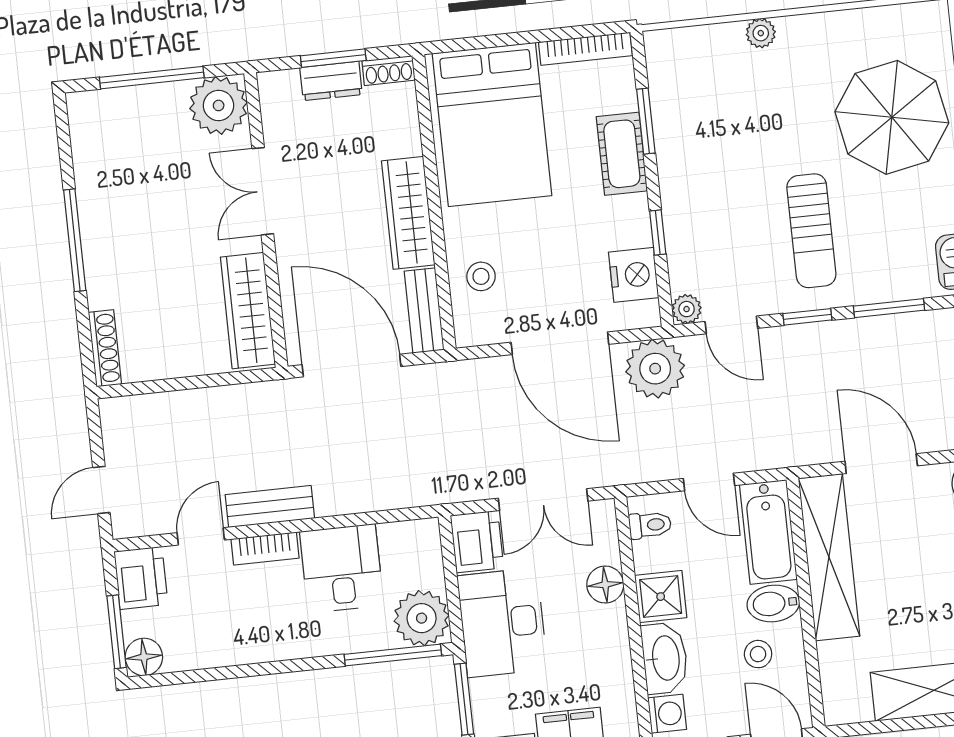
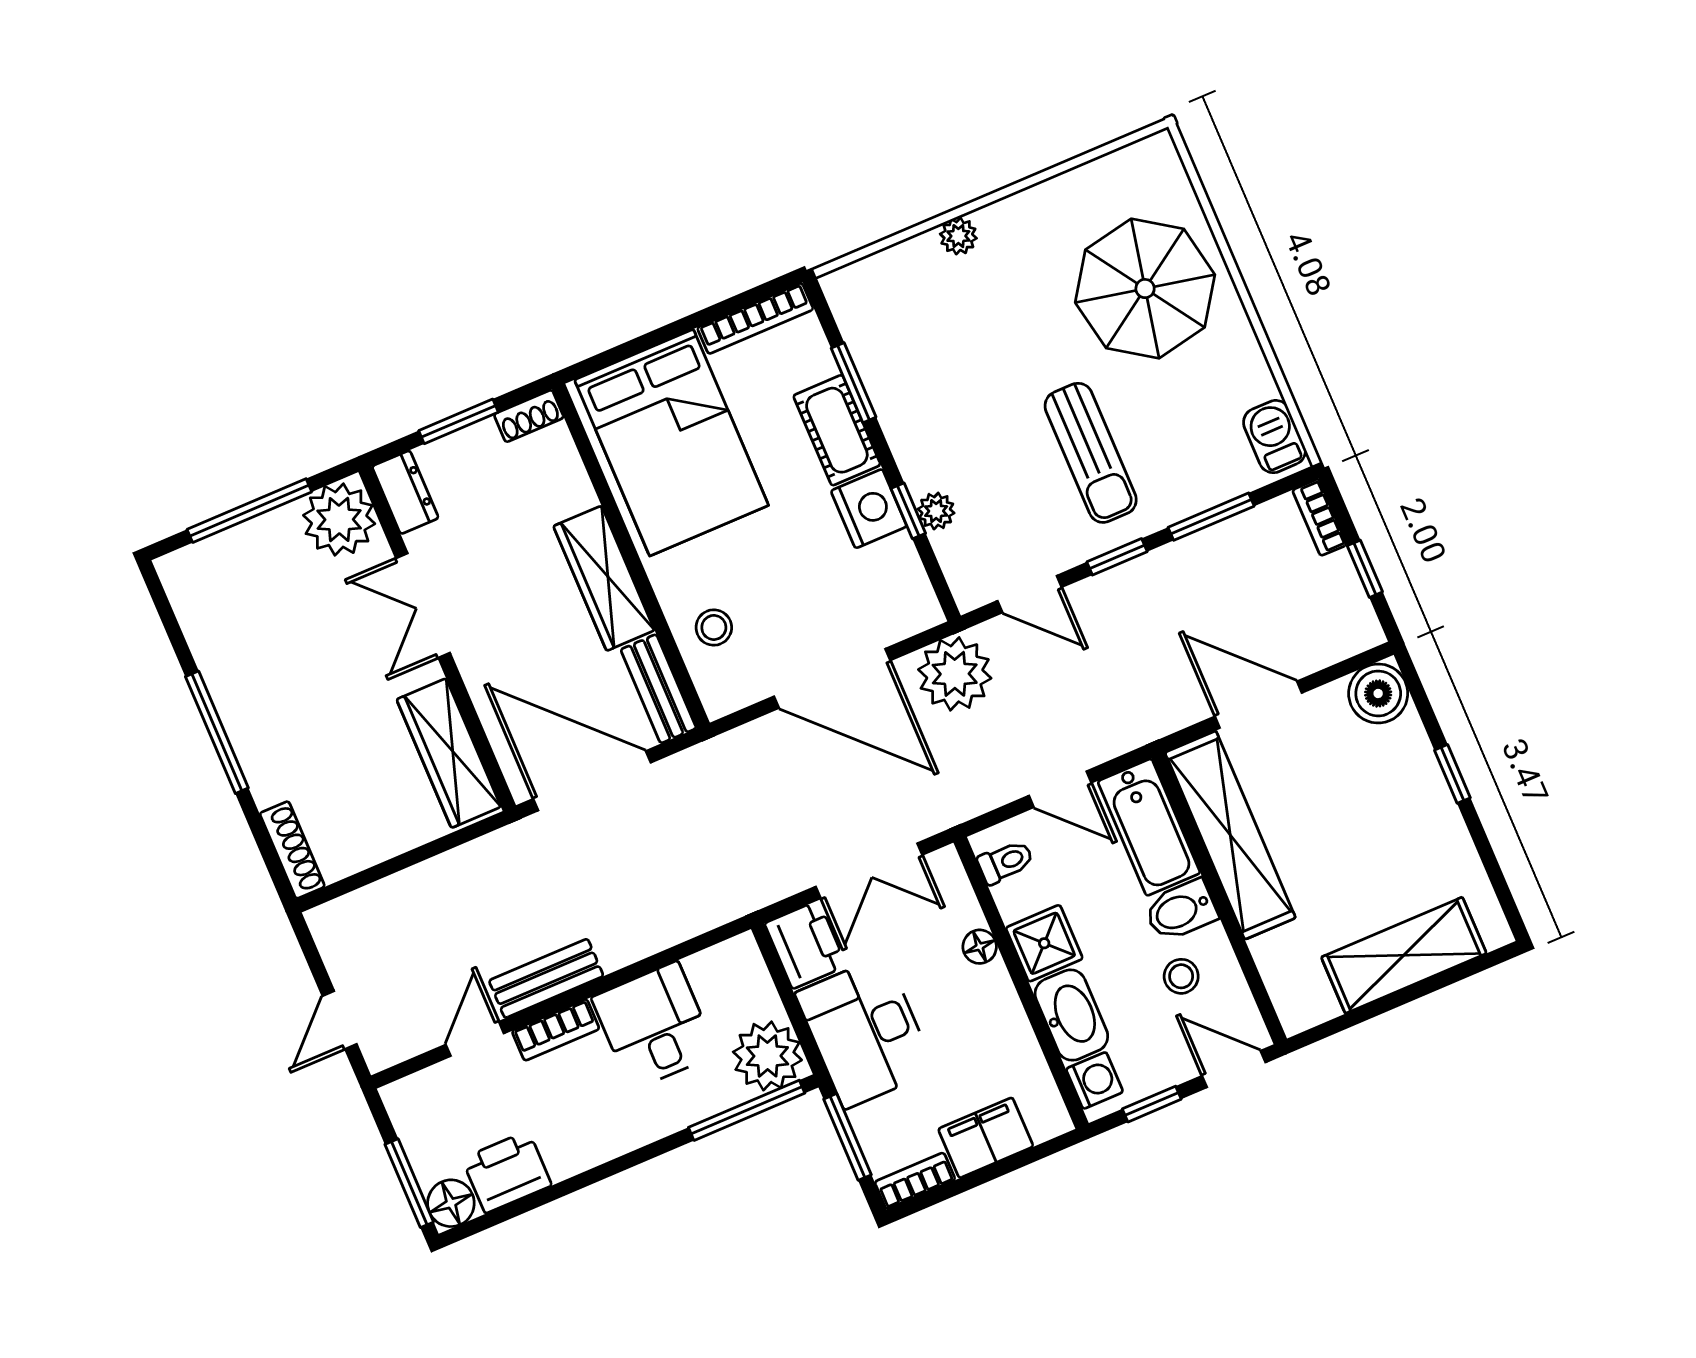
dresser: (331, 81) -> (405, 492), moved, turned -90
nightstand: (634, 275) -> (869, 509), moved
plant: (687, 309) -> (936, 511), moved
printer: (141, 578) -> (507, 1172), moved, turned -90
floor lamp: (605, 585) -> (980, 947), width x0.73, depth x0.73

